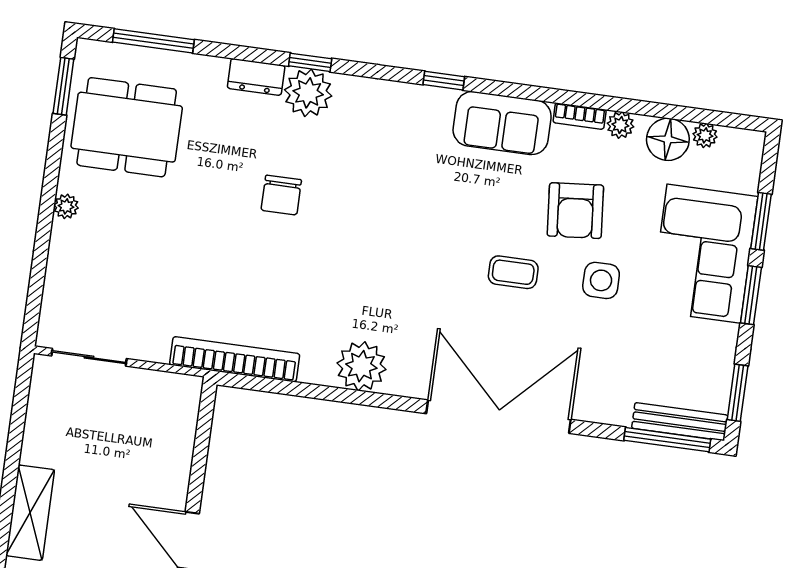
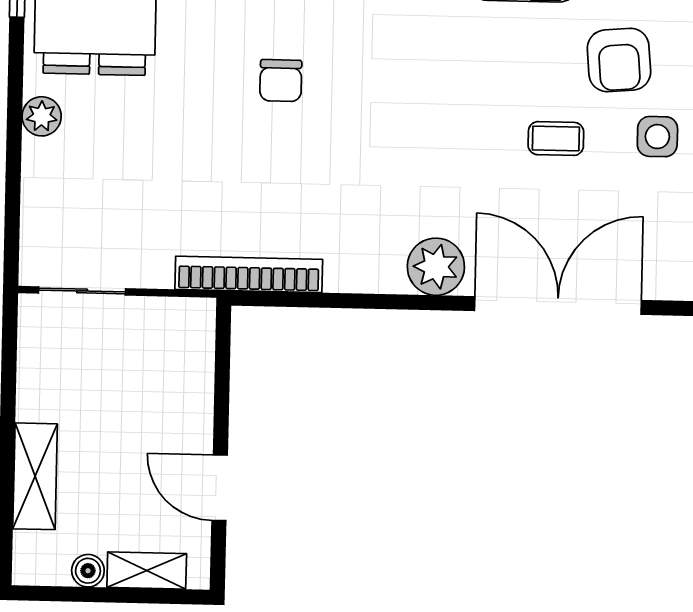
plant: (66, 206) -> (42, 116), width x1.38, depth x1.38
plant: (361, 366) -> (436, 267), moved

